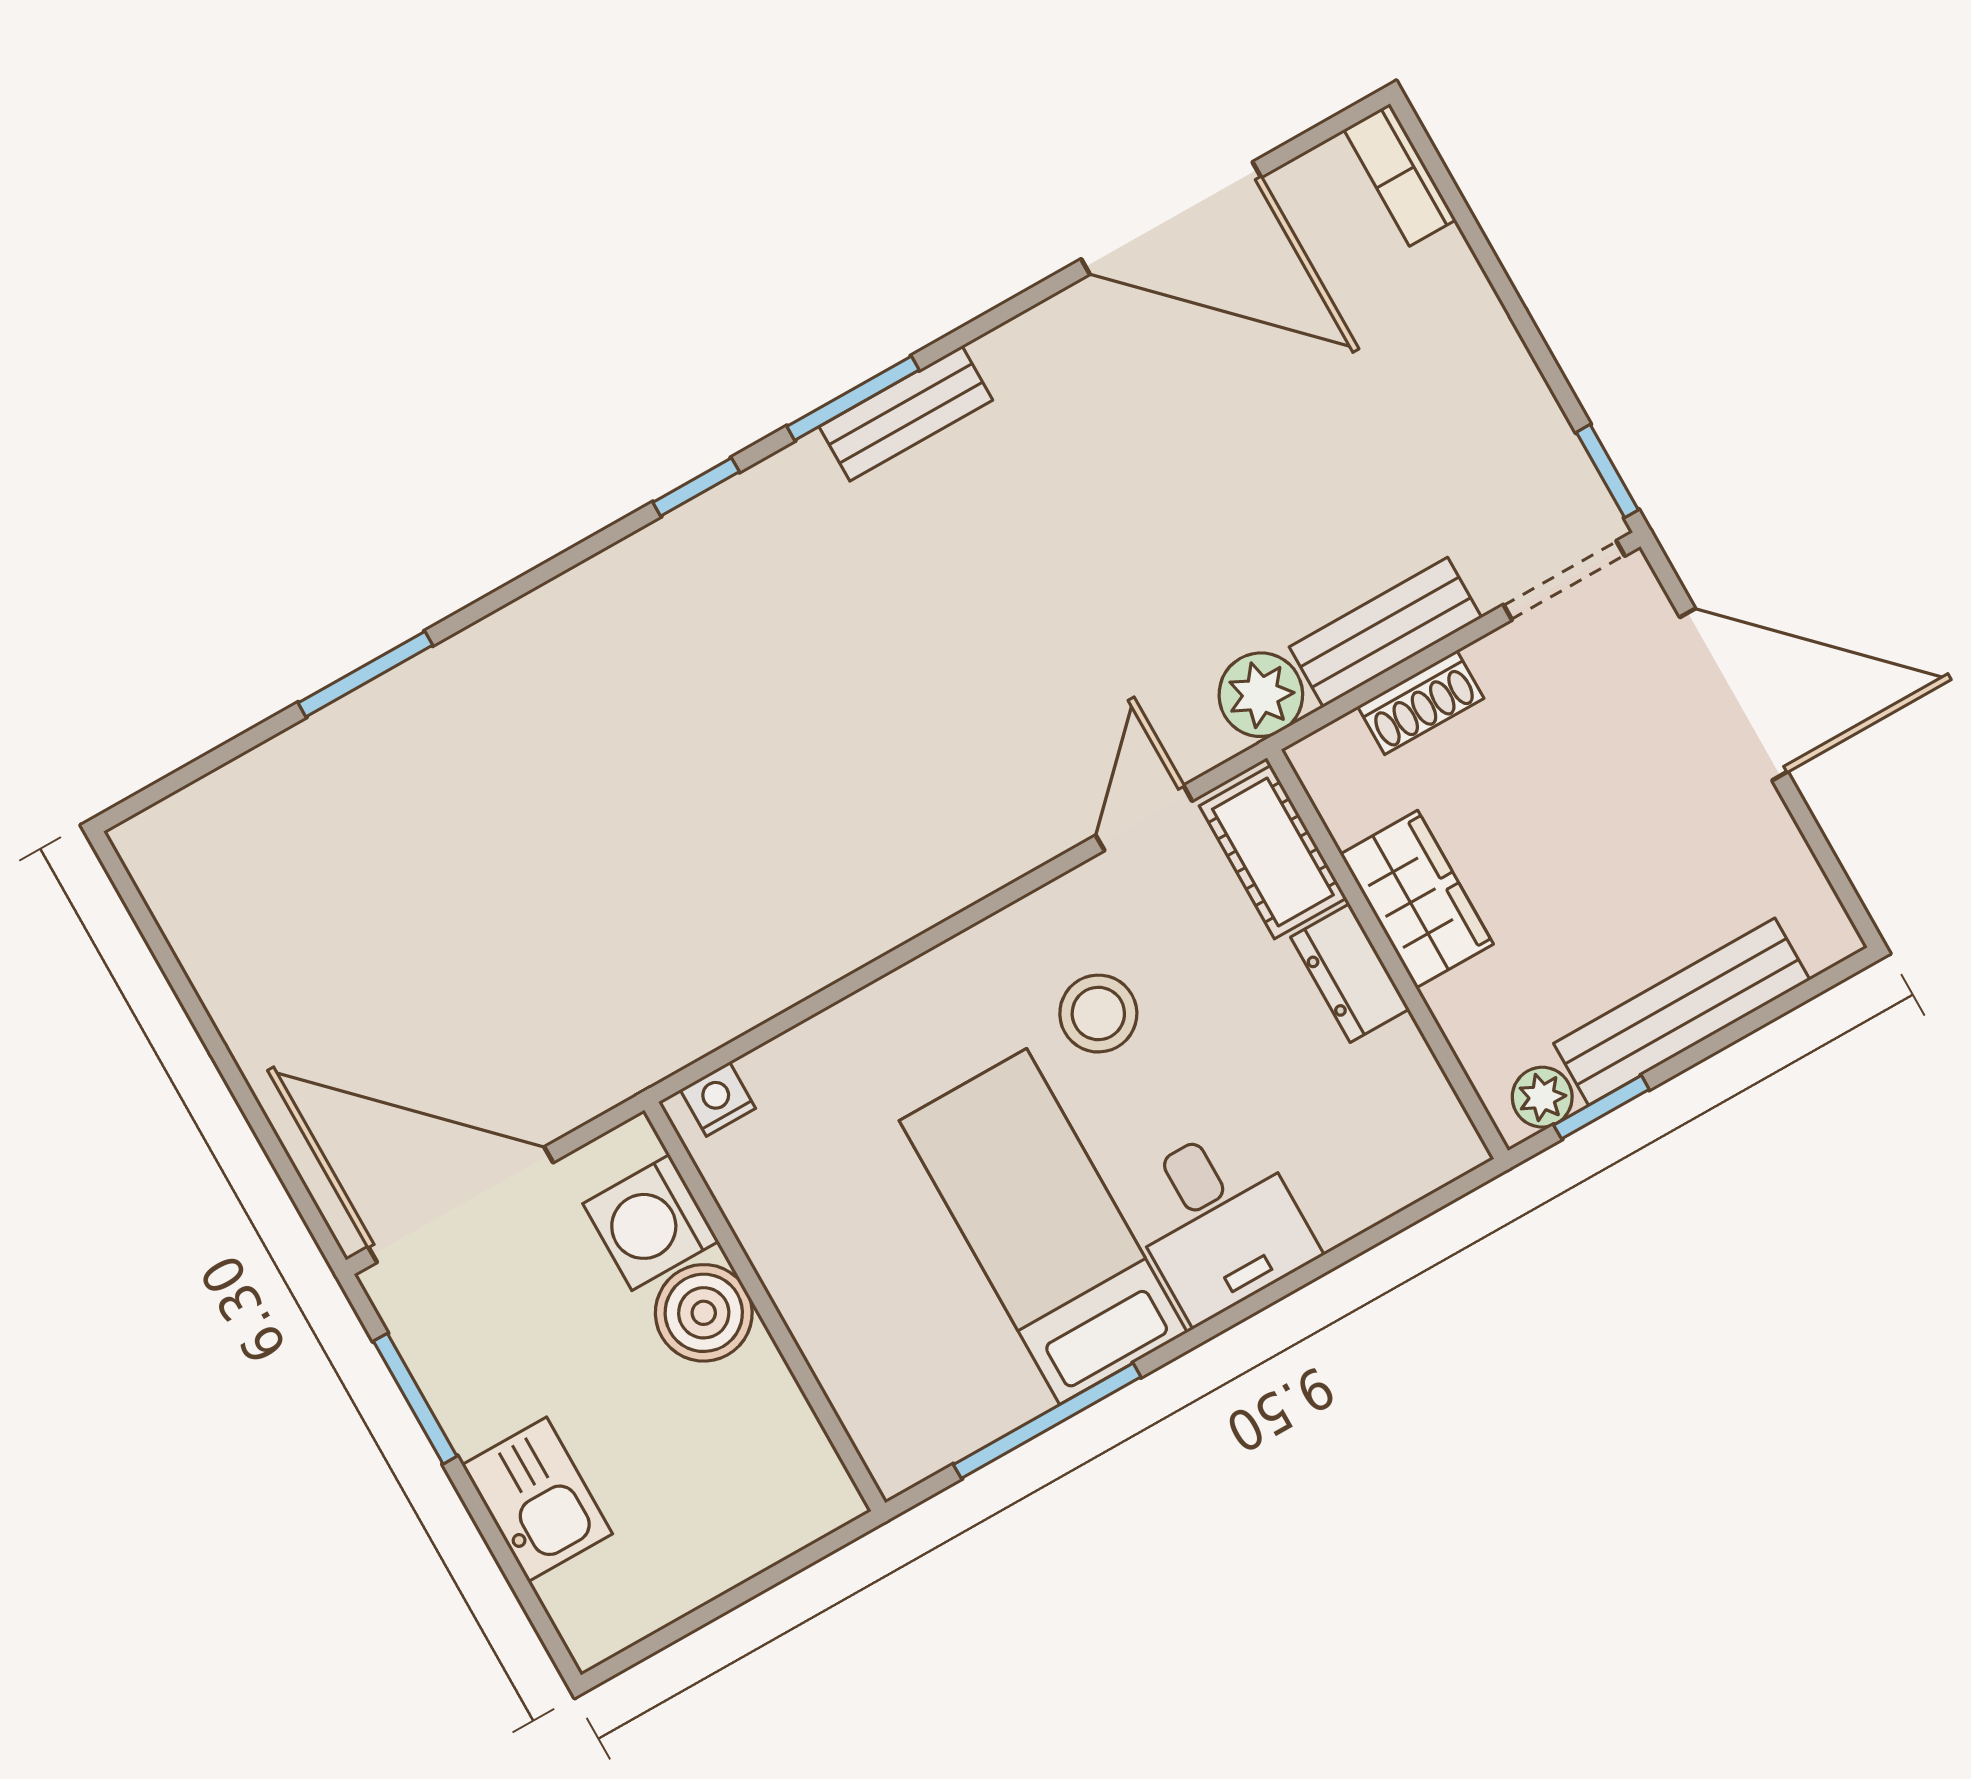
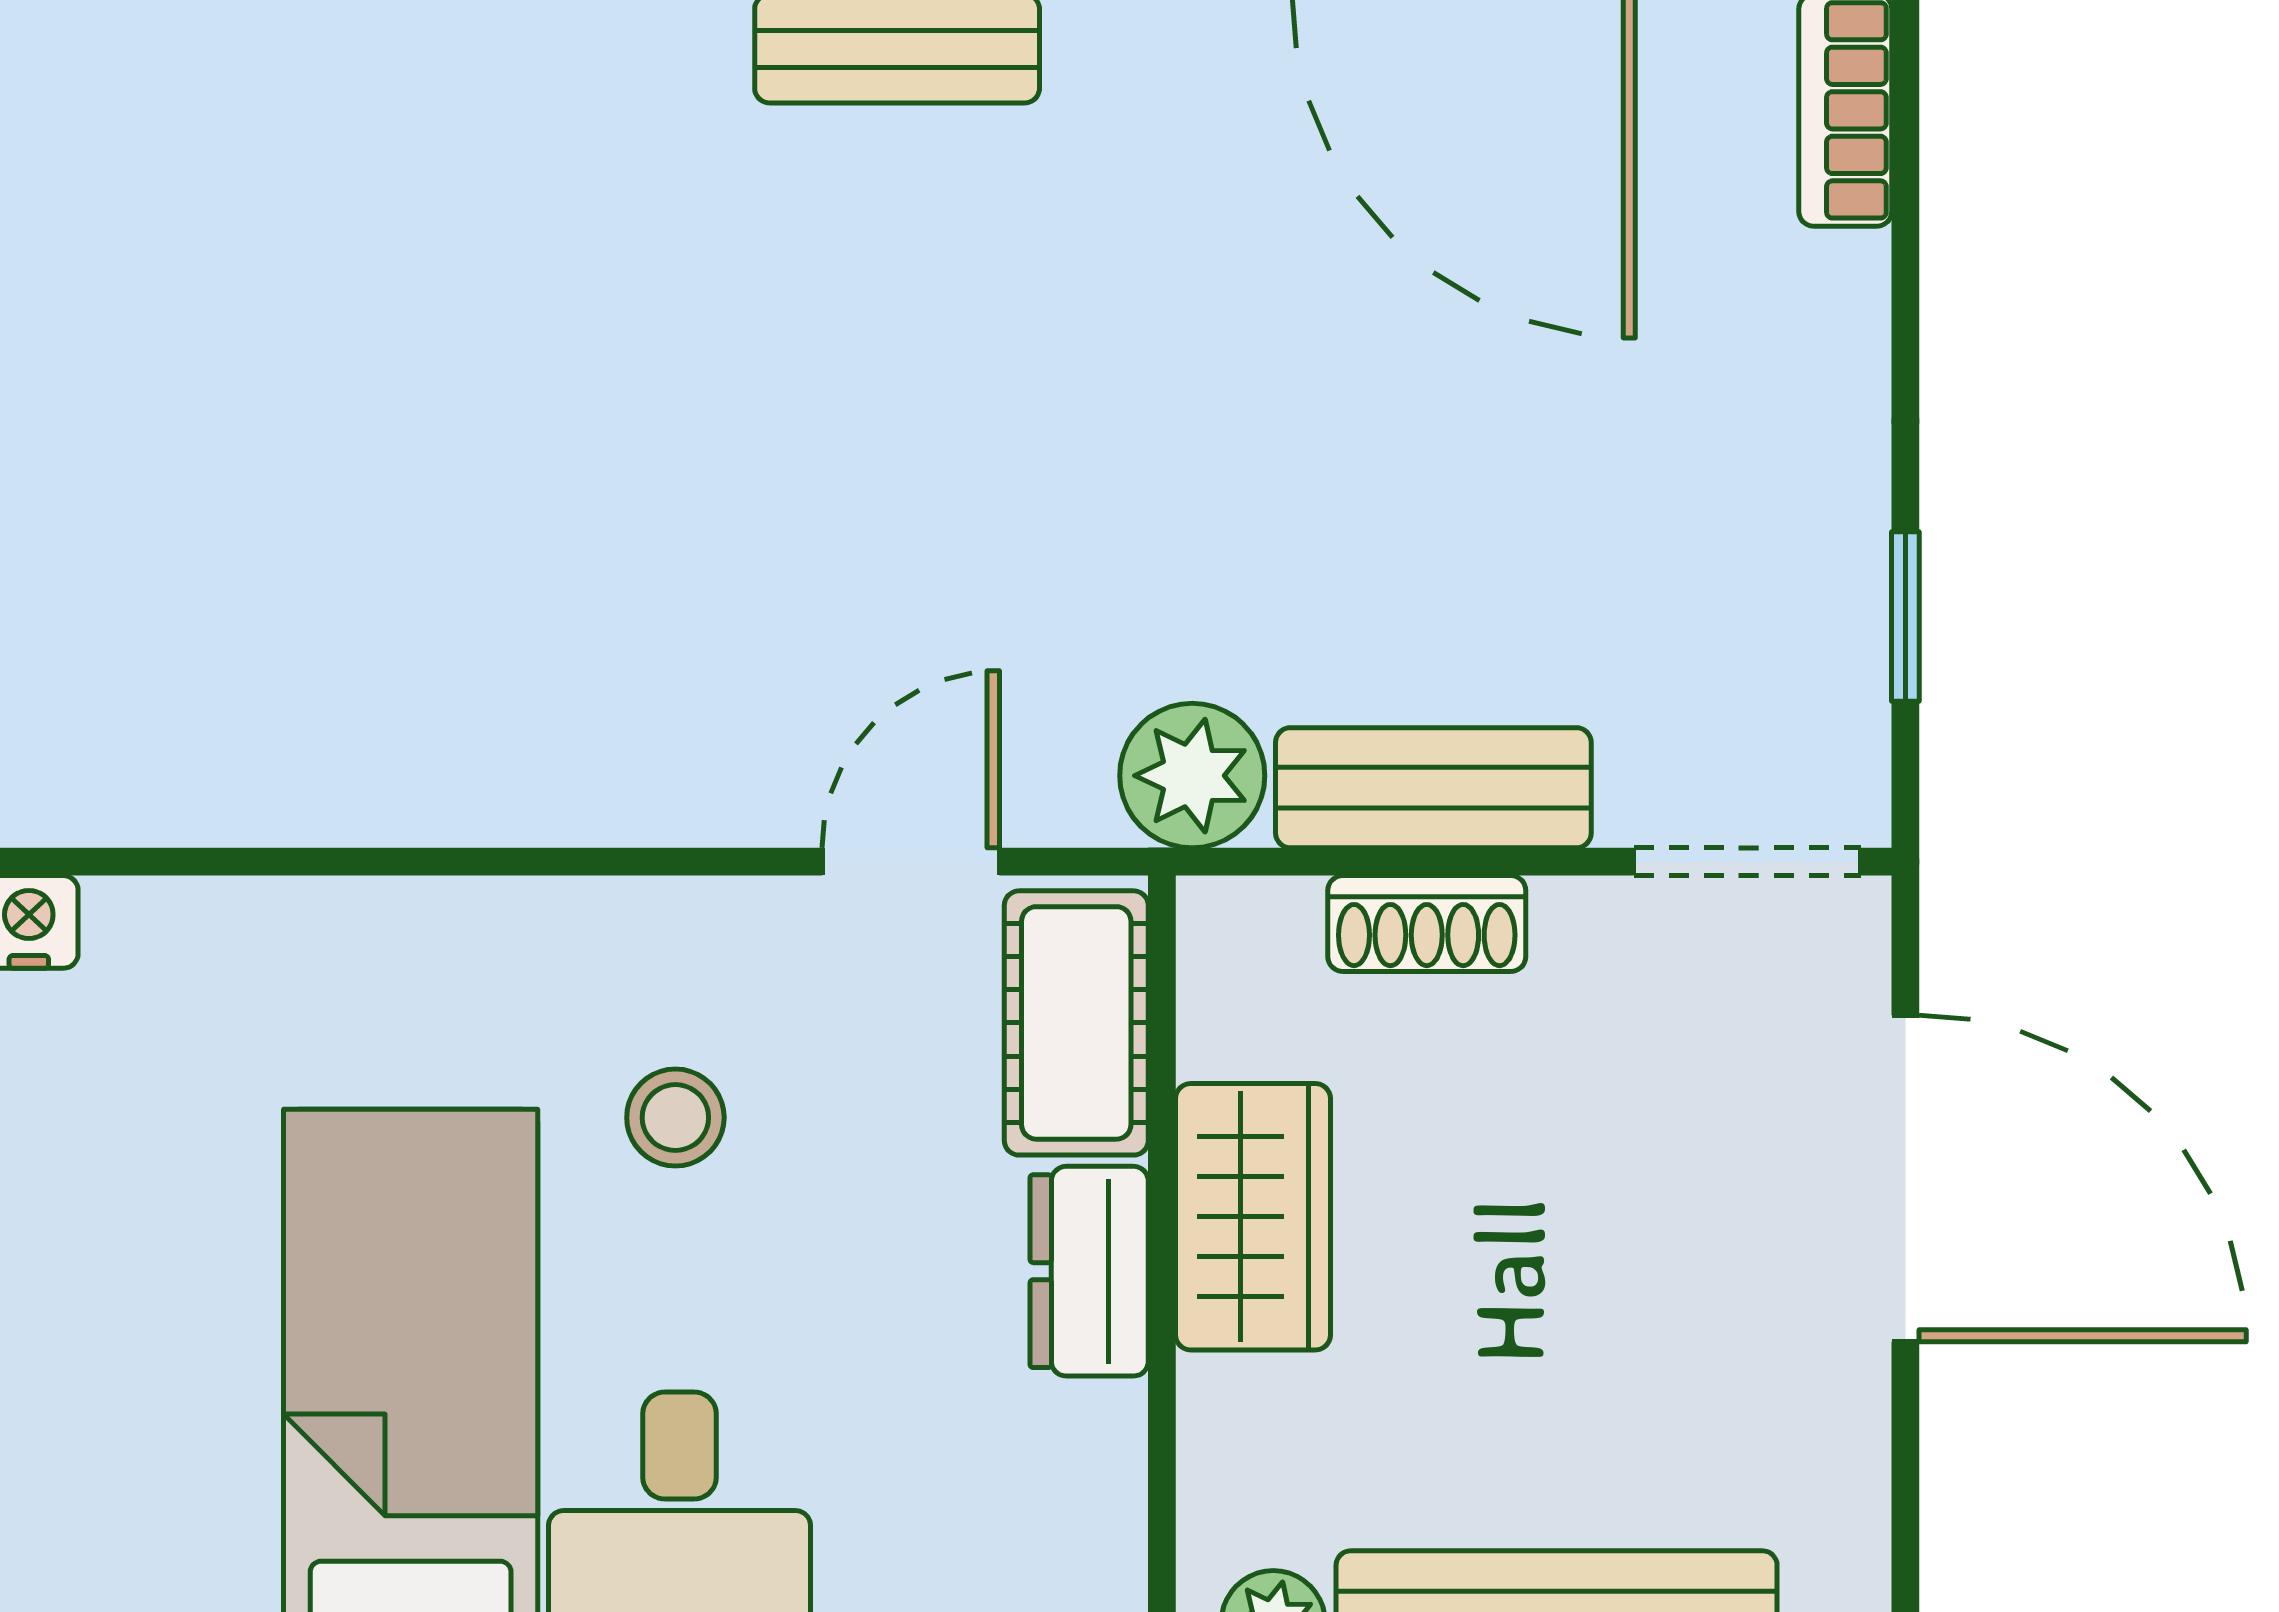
window: (1607, 471) -> (1905, 616), moved
stool: (1098, 1014) -> (675, 1118), width x0.73, depth x0.73

